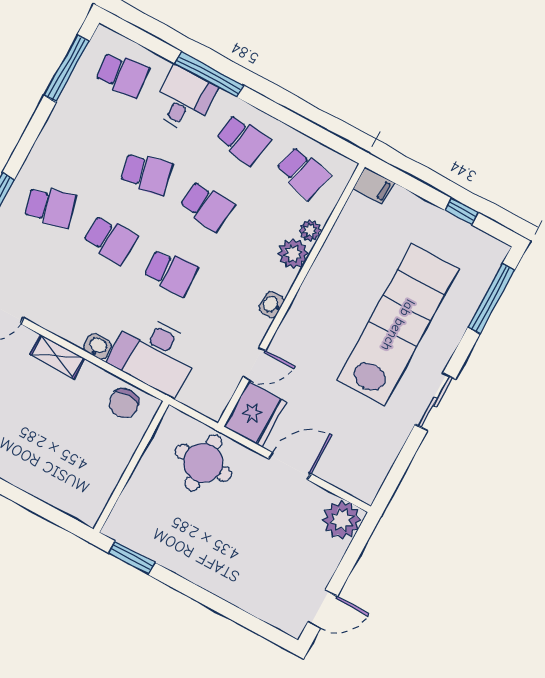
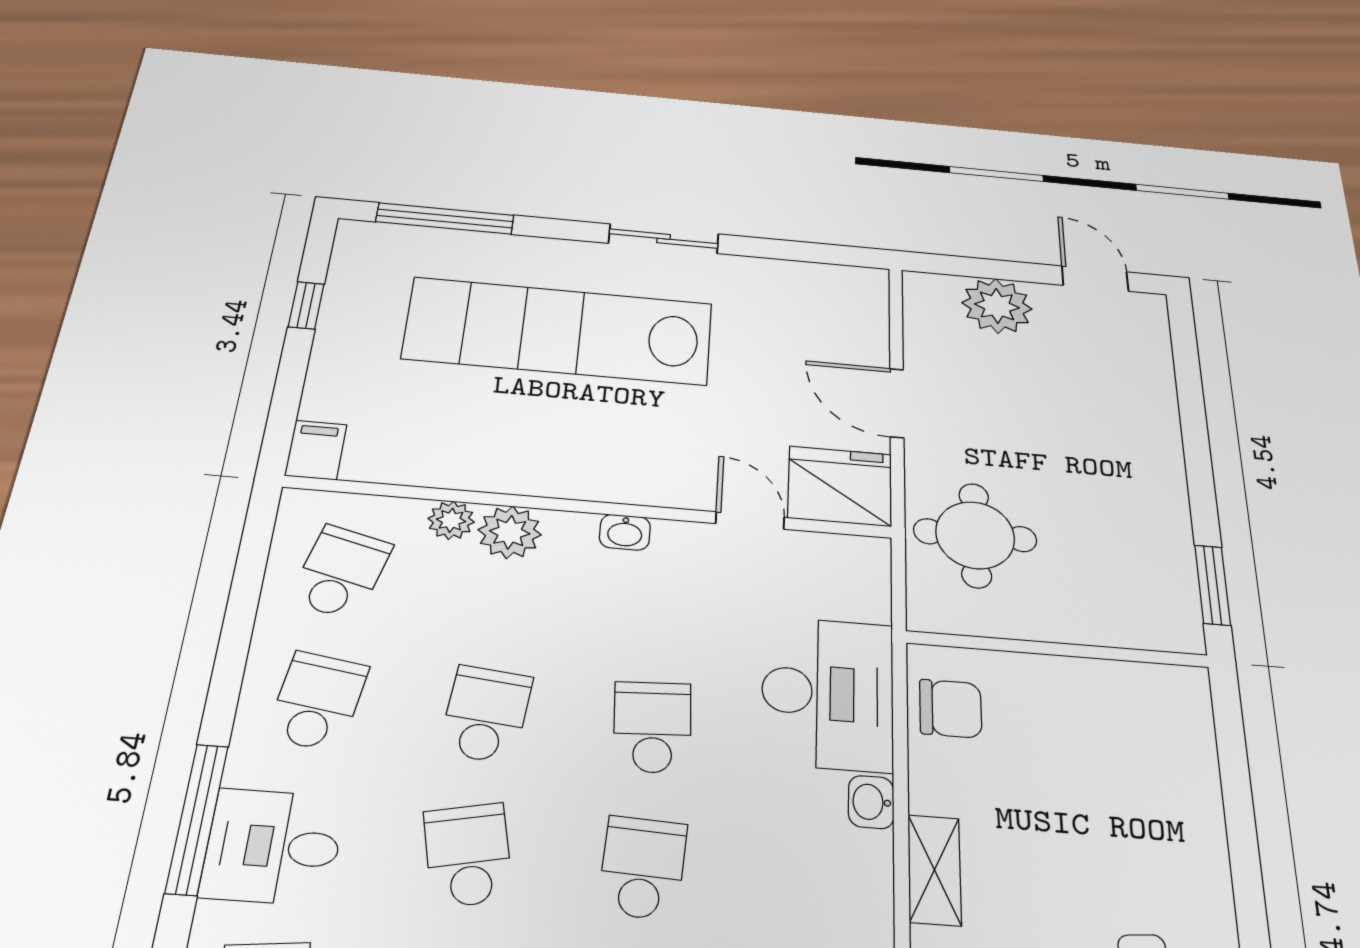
plant: (342, 520) -> (997, 306), moved

